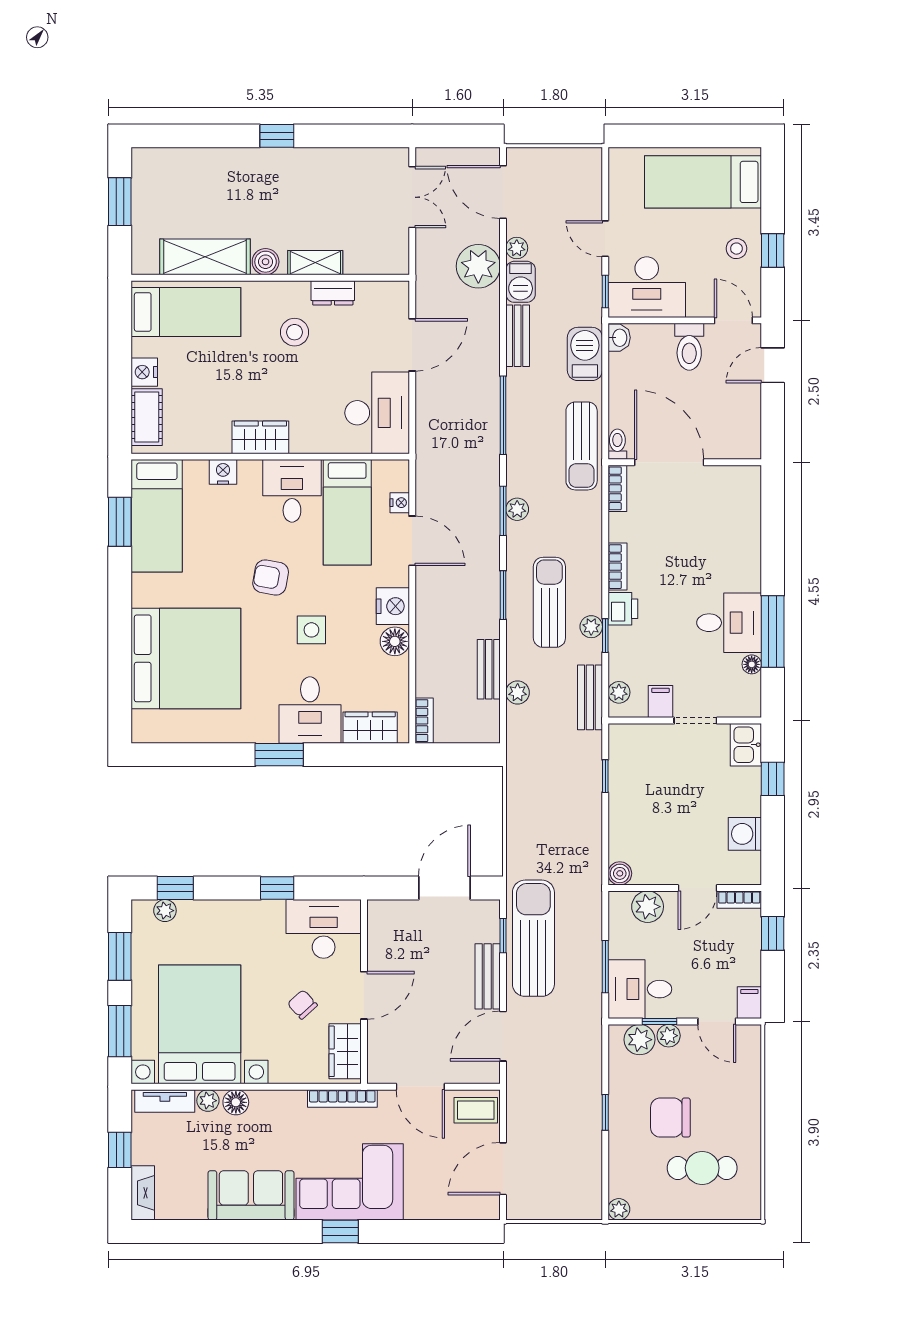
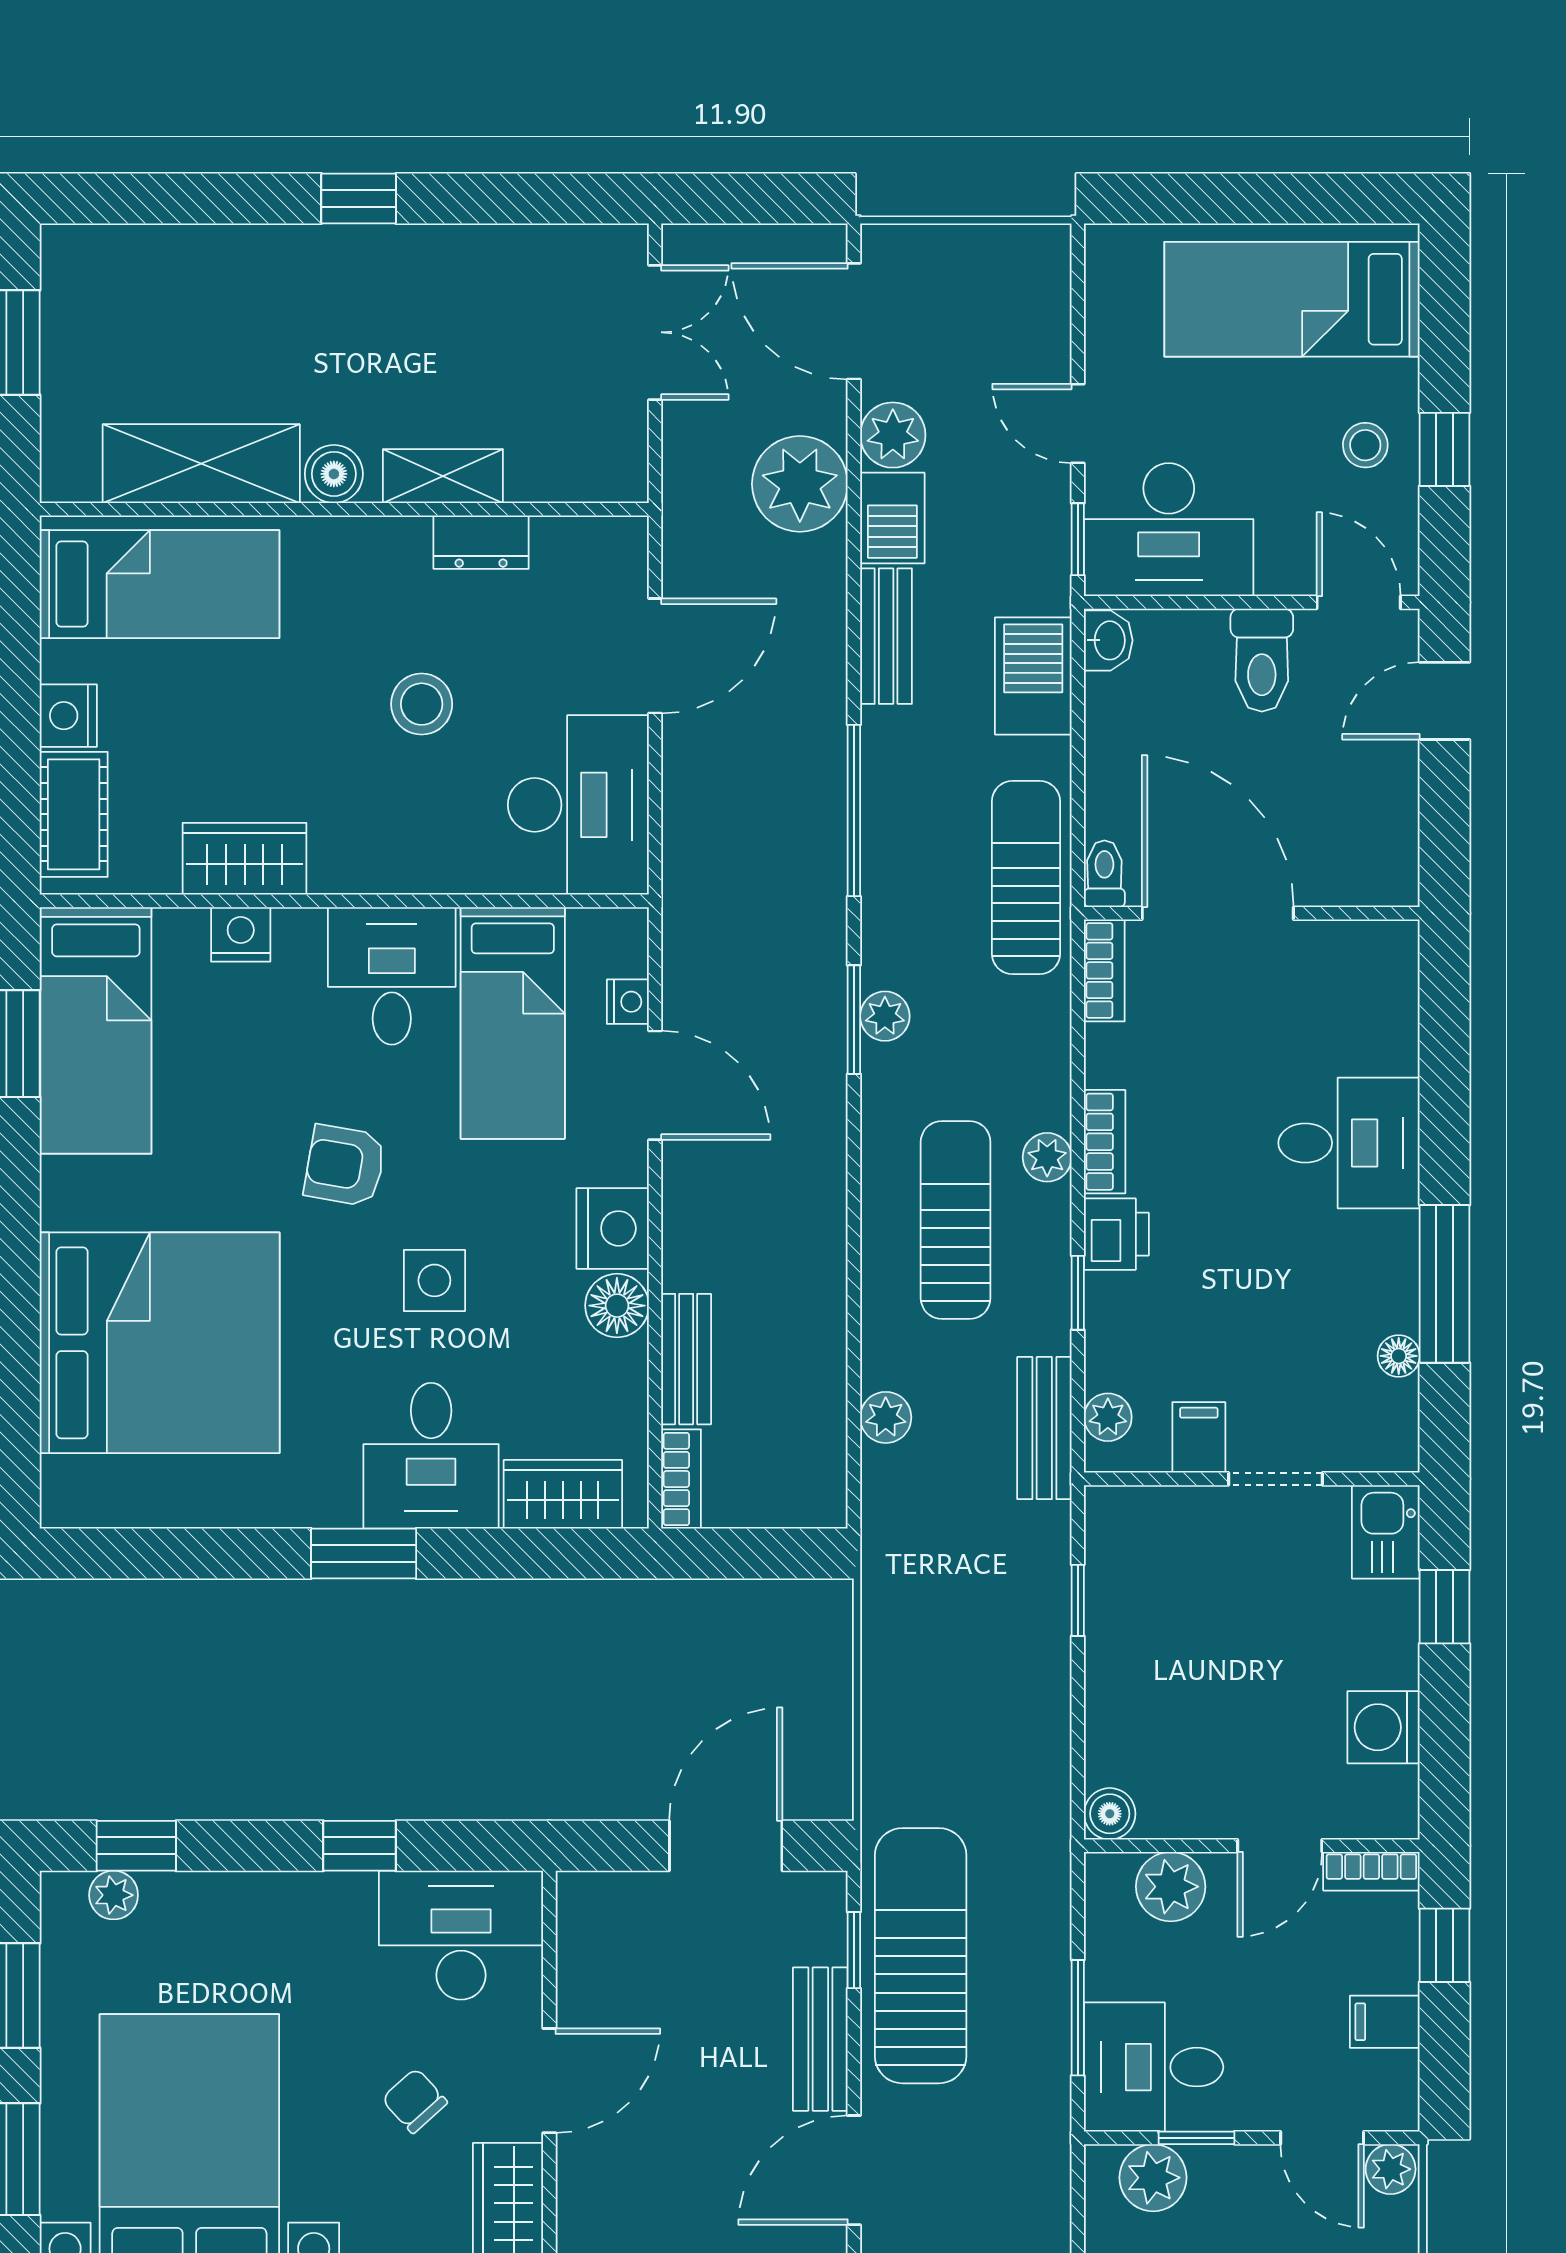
plant: (517, 248) -> (893, 435), width x1.38, depth x1.38
stool: (294, 332) -> (422, 704), moved
wardrobe: (260, 437) -> (245, 859), moved
sun lounger: (582, 446) -> (1026, 878), turned 180
window: (503, 595) -> (854, 1204), removed
desk: (729, 623) -> (1349, 1143), moved
plant: (591, 627) -> (1047, 1157), moved
bench: (489, 669) -> (686, 1359), moved
filing cabinet: (749, 1003) -> (1385, 2022), moved, turned -90
plant: (669, 1036) -> (1391, 2169), moved

